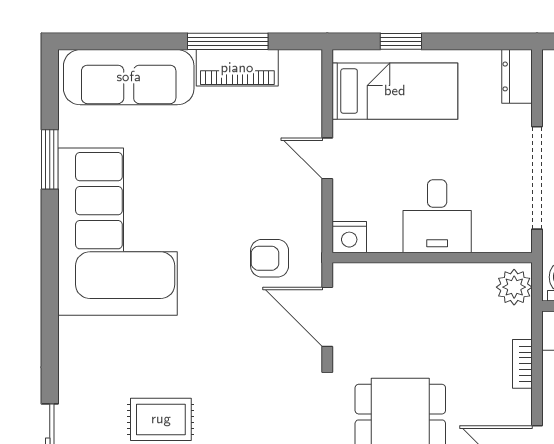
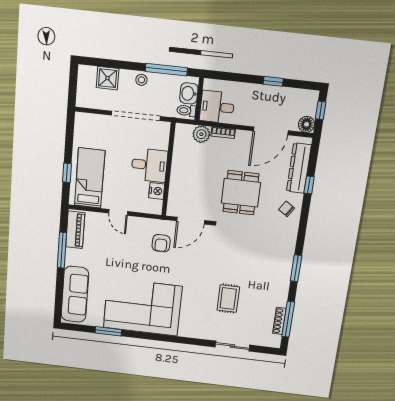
piano: (237, 68) -> (75, 230), moved
dresser: (517, 76) -> (87, 120), removed
door: (327, 158) -> (118, 212), hinge flipped
nightstand: (349, 237) -> (157, 191), moved
plant: (514, 287) -> (201, 134), moved

